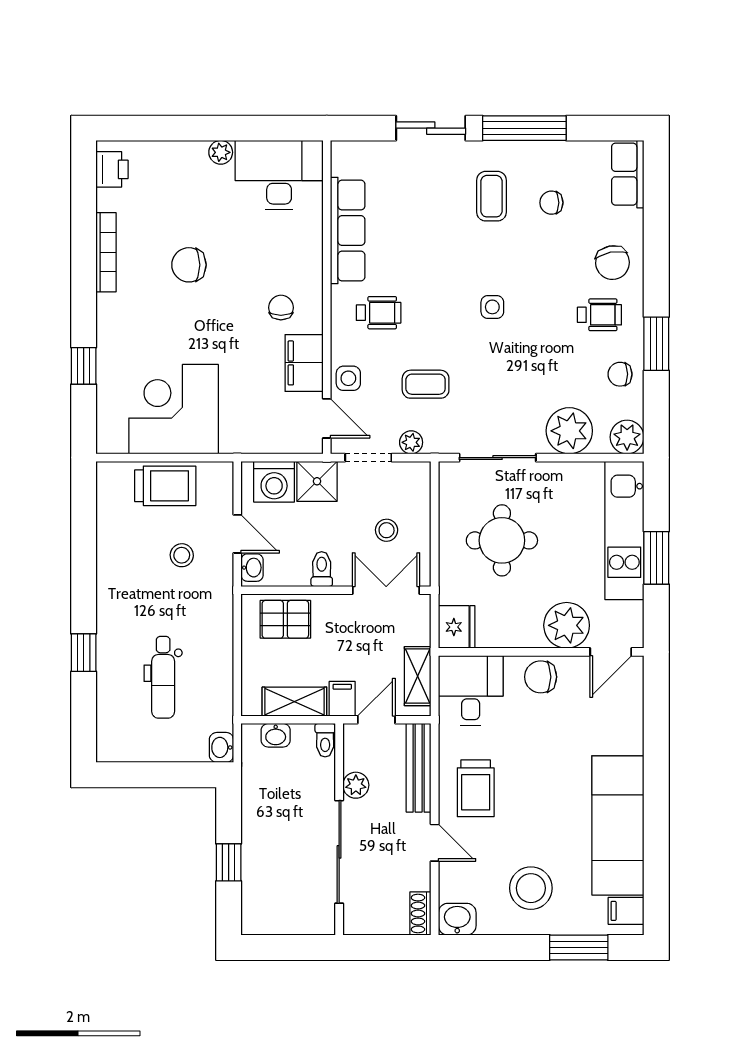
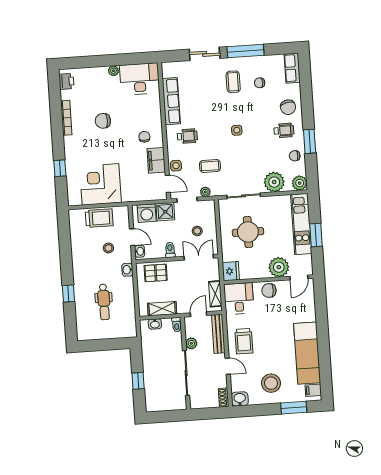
filing cabinet: (342, 699) -> (183, 306), removed
washbasin: (221, 747) -> (127, 270), moved

